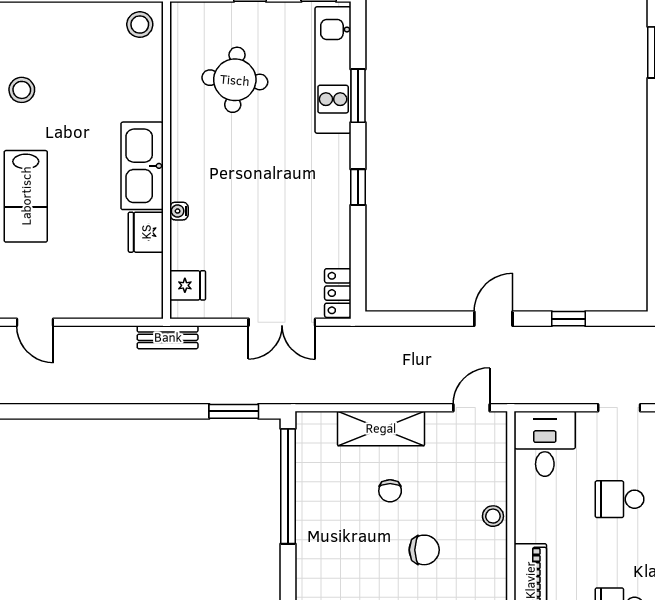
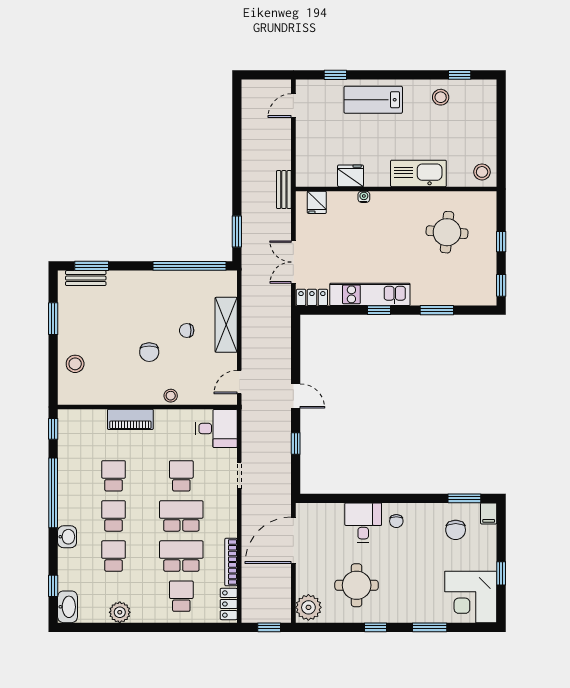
kitchen unit: (333, 70) -> (370, 294), moved
kitchen sink: (142, 166) -> (418, 173), moved
door: (471, 408) -> (239, 382), swing flipped

